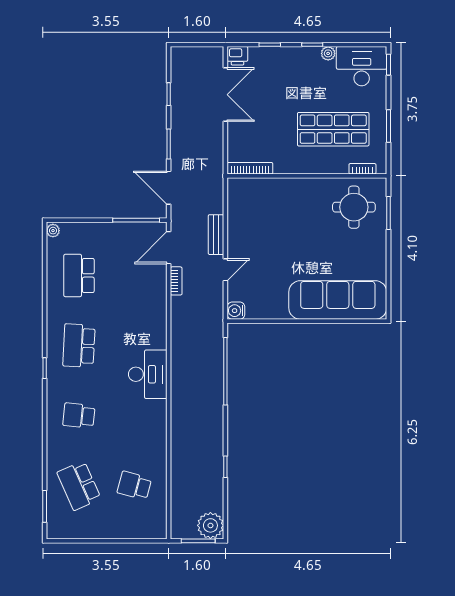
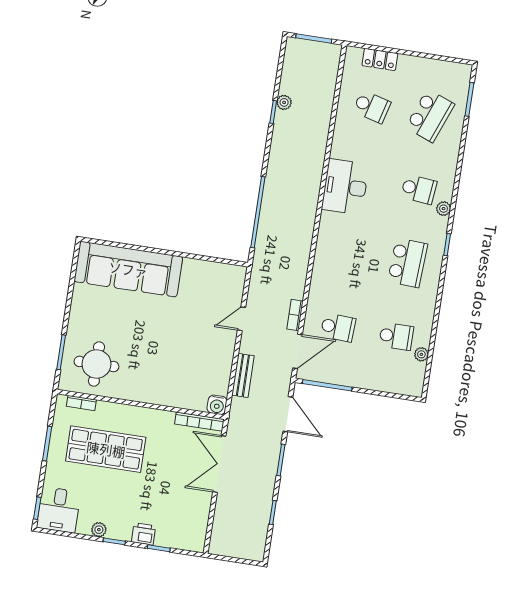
printer: (237, 56) -> (144, 534), moved
desk: (362, 66) -> (59, 510), width x0.73
double door: (225, 95) -> (219, 464), moved
plant: (53, 231) -> (421, 354), moved
bench: (216, 235) -> (243, 375), moved
school desk: (79, 275) -> (396, 336), width x0.54
school desk: (134, 275) -> (338, 327), added
water cooler: (236, 311) -> (217, 405), moved, turned 90
desk: (148, 374) -> (345, 187), moved
plant: (53, 401) -> (444, 209), added
school desk: (79, 486) -> (430, 116), turned 45
plant: (210, 525) -> (284, 102), moved, width x0.53, depth x0.53
locker: (134, 531) -> (380, 59), added

